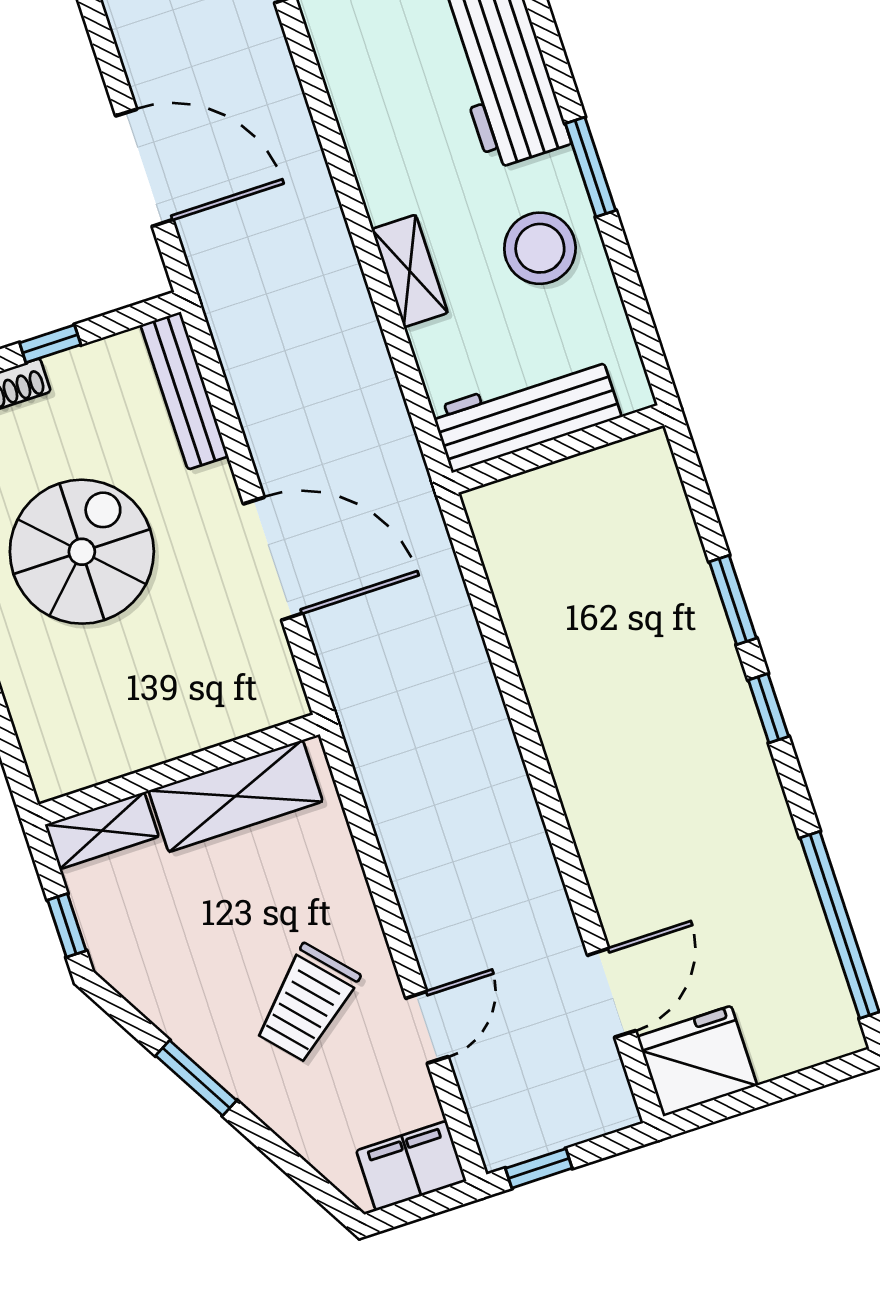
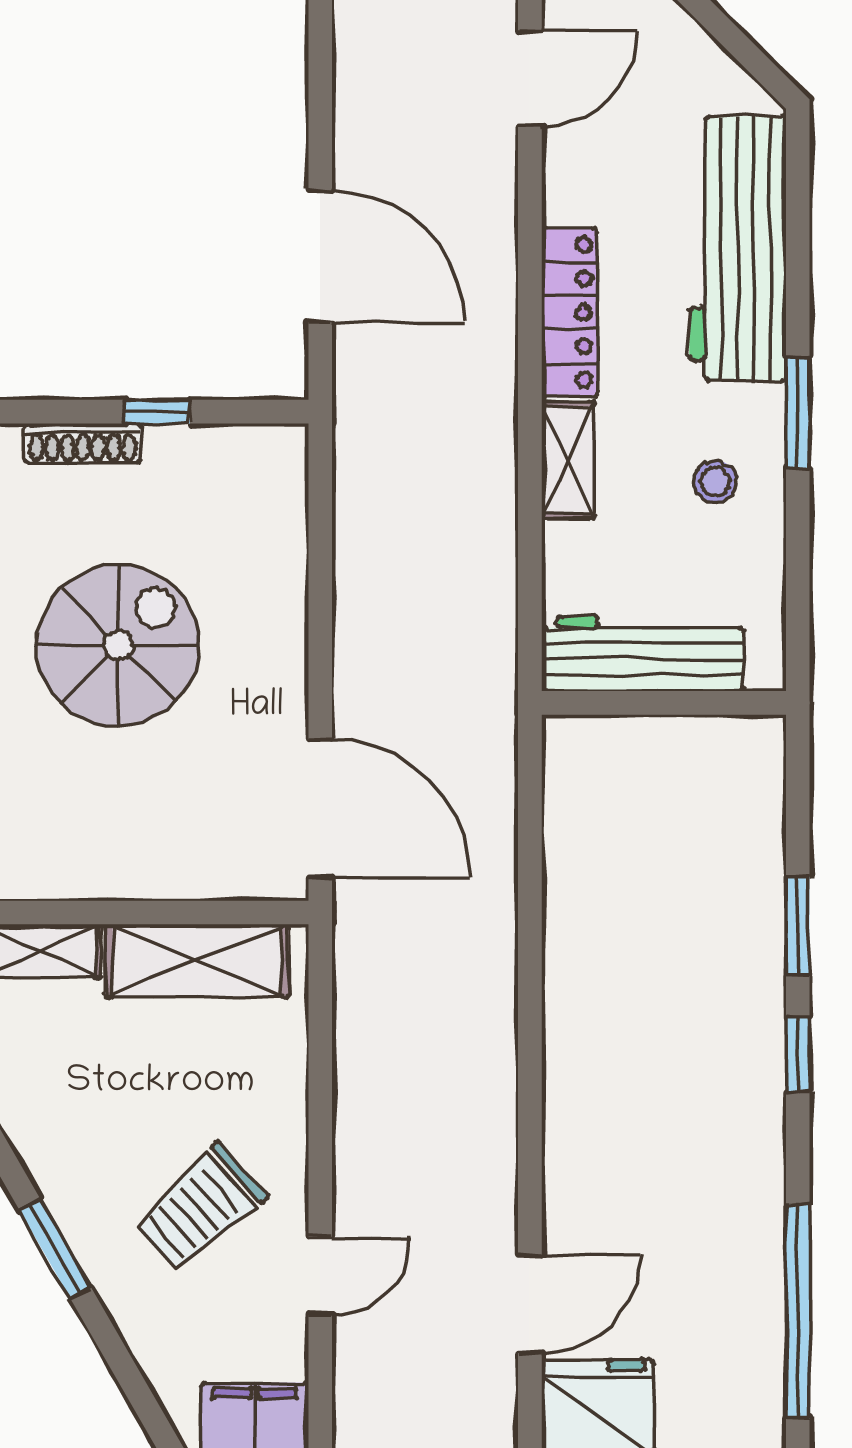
locker: (370, 146) -> (570, 312), added
stool: (540, 248) -> (715, 482), width x0.53, depth x0.53
bench: (184, 391) -> (284, 509), removed
door: (273, 559) -> (320, 808), moved

